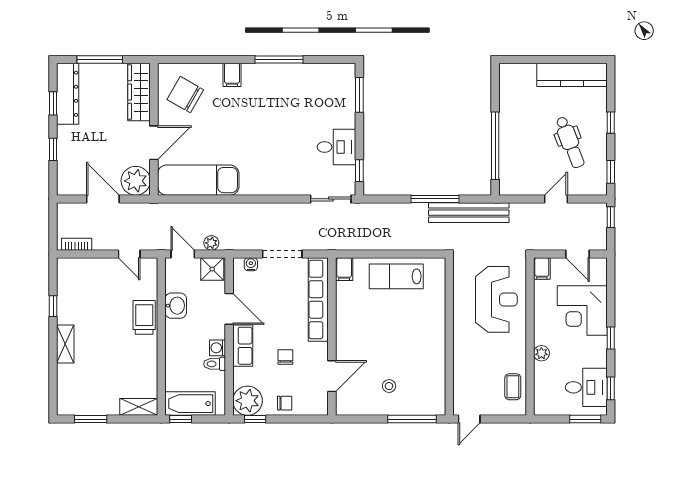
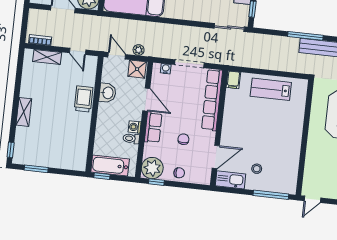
window: (53, 306) -> (11, 150), moved
kitchen sink: (355, 405) -> (230, 180), added
shelving: (139, 407) -> (47, 57), moved

